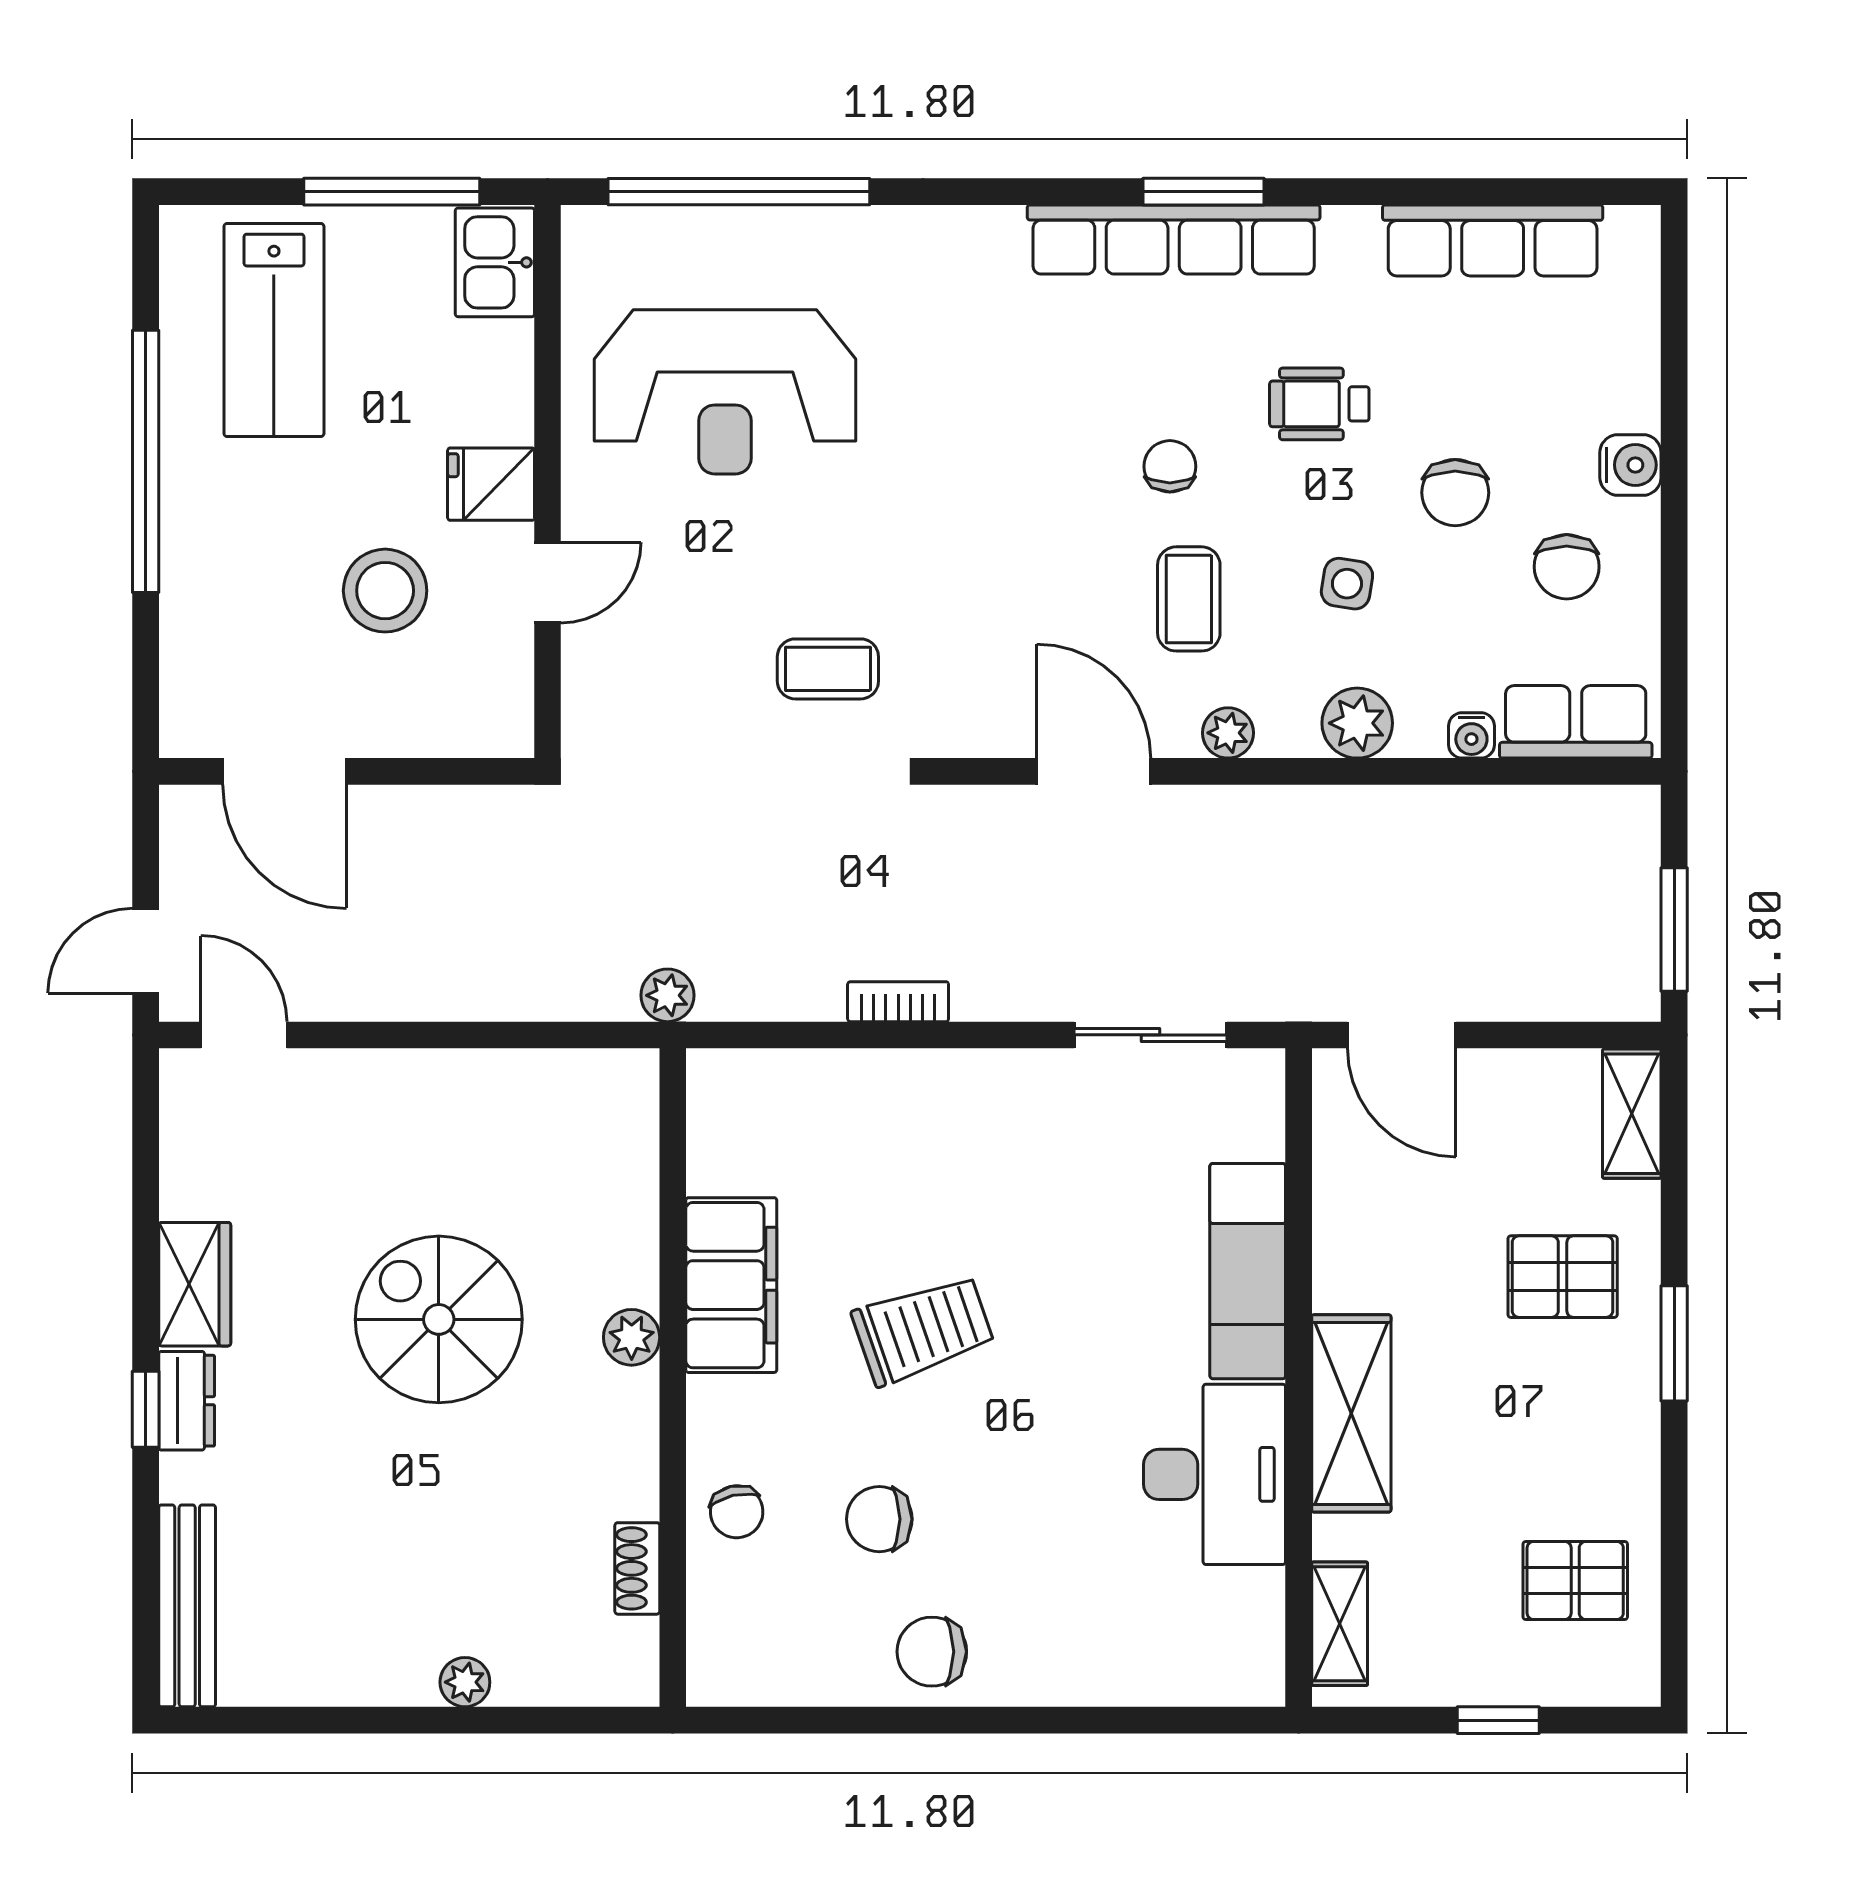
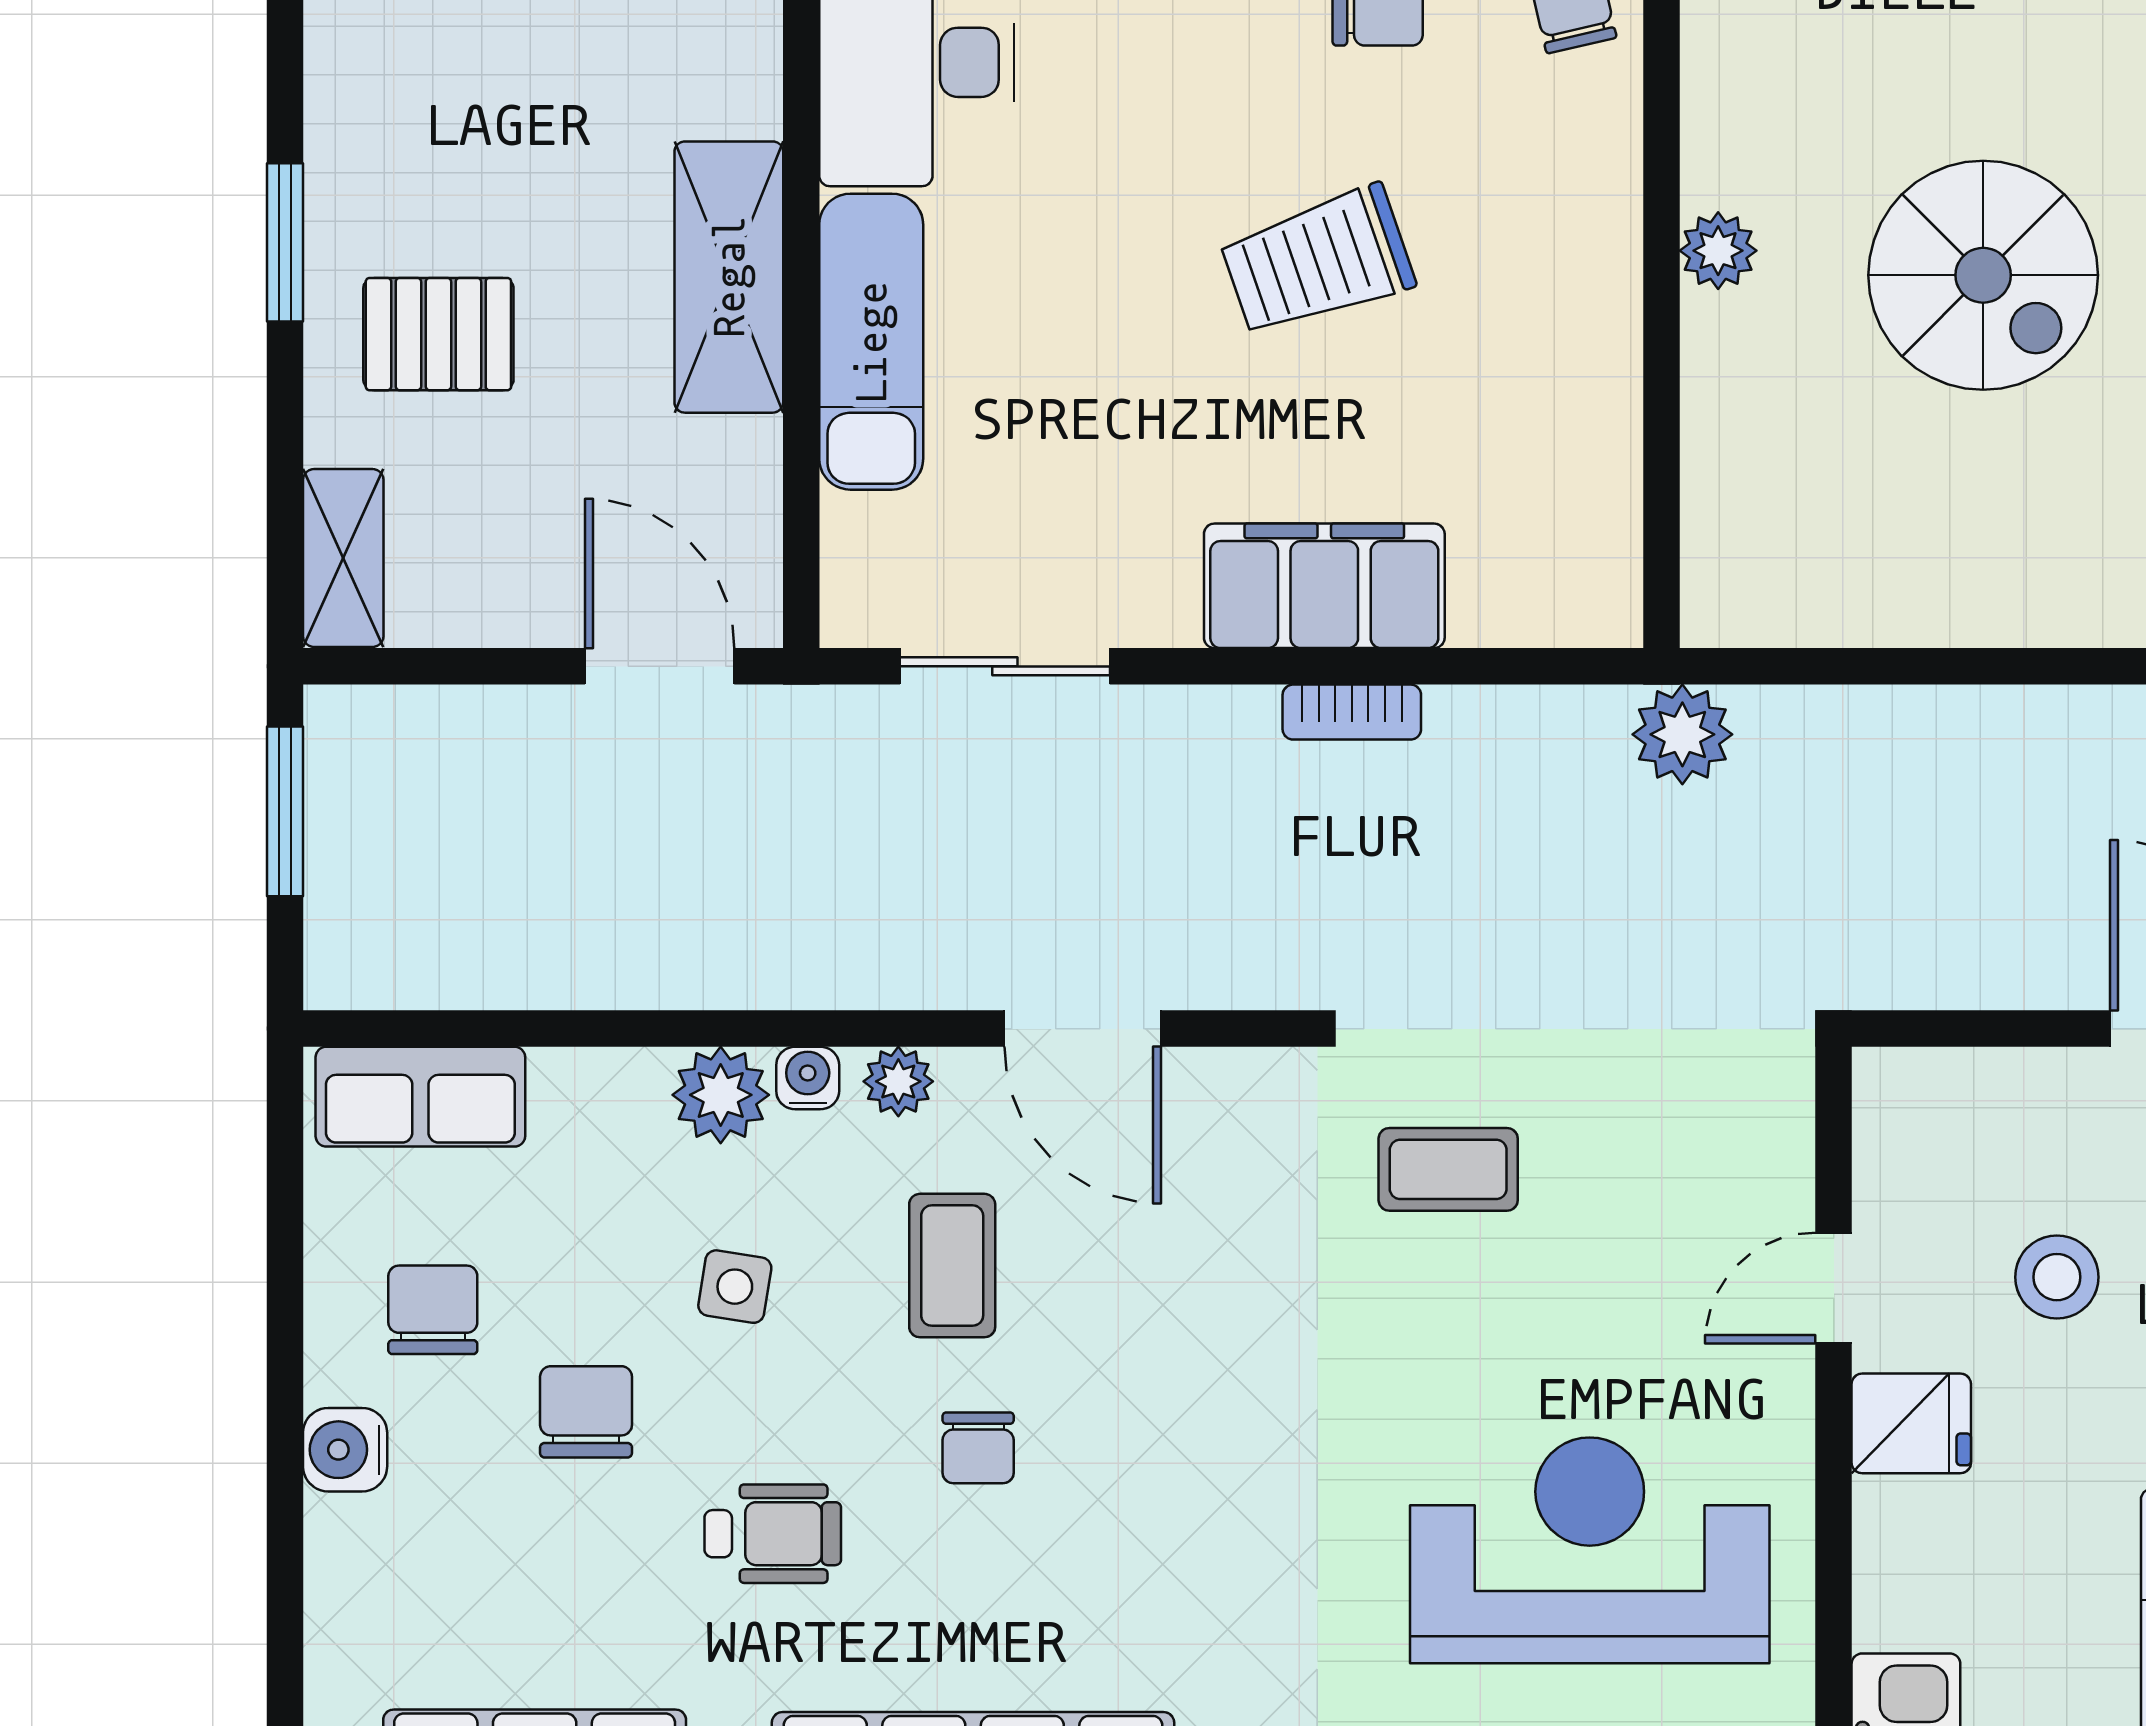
stool: (385, 591) -> (2057, 1277), width x0.73, depth x0.73
water cooler: (1471, 735) -> (808, 1078), moved
plant: (668, 995) -> (1682, 734), width x1.38, depth x1.38
filing cabinet: (731, 1285) -> (1324, 586), moved, turned 90
shelving: (1351, 1413) -> (729, 277), moved

